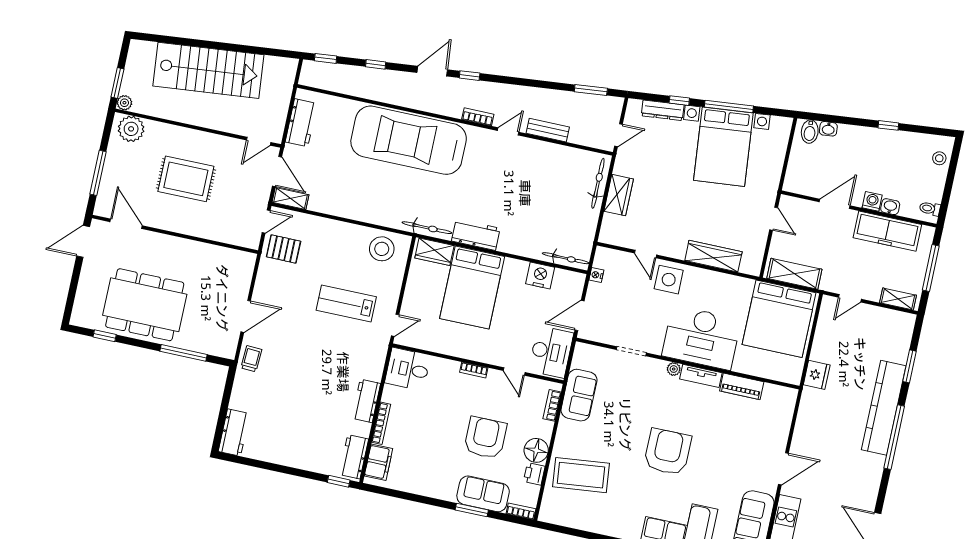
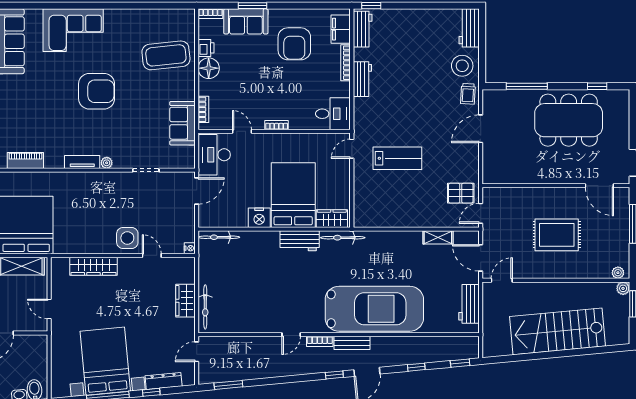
plant: (131, 129) -> (618, 273), width x0.53, depth x0.53
bench: (548, 130) -> (352, 343), moved
shelving: (291, 199) -> (438, 237), moved
stool: (382, 249) -> (462, 66), moved
nightstand: (596, 275) -> (190, 248), moved
nightstand: (540, 276) -> (259, 218), moved
desk: (701, 338) -> (89, 195), removed
piano: (742, 386) -> (25, 161), moved
armchair: (485, 438) -> (294, 44), moved
armchair: (668, 452) -> (97, 91), turned -90

